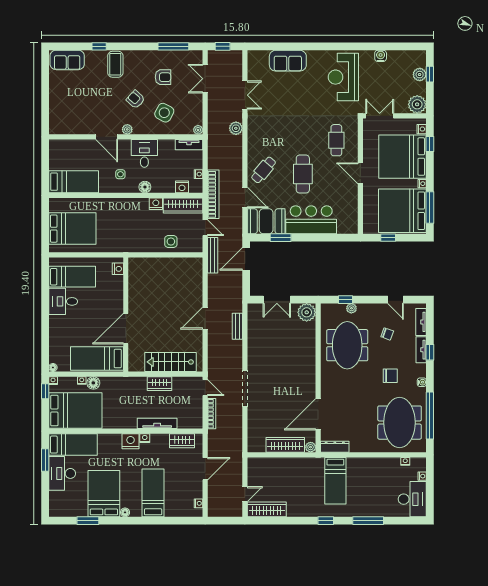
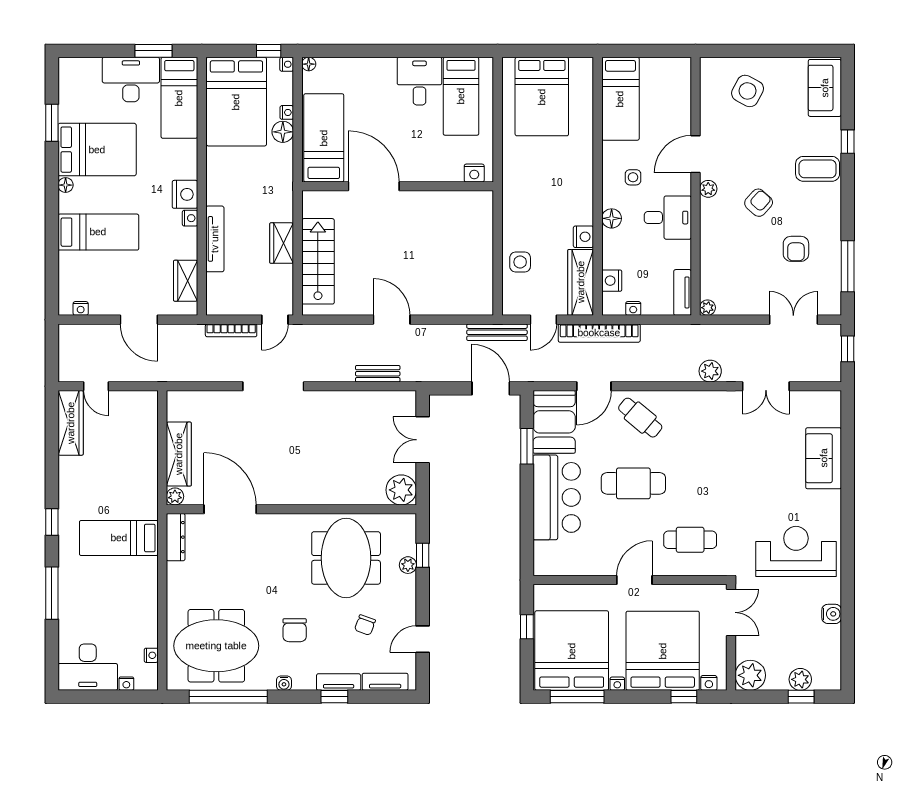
side table: (164, 113) -> (748, 91), moved
meeting table: (347, 345) -> (346, 558), turned 90

